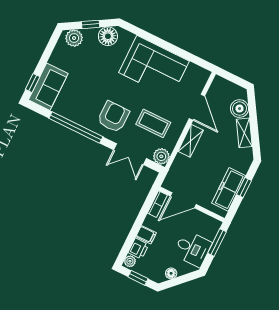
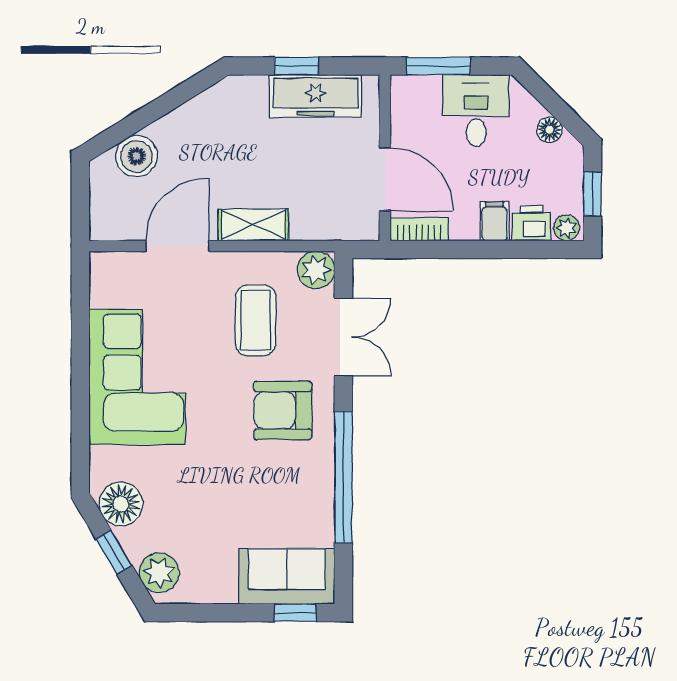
shelving: (244, 133) -> (182, 121), removed

